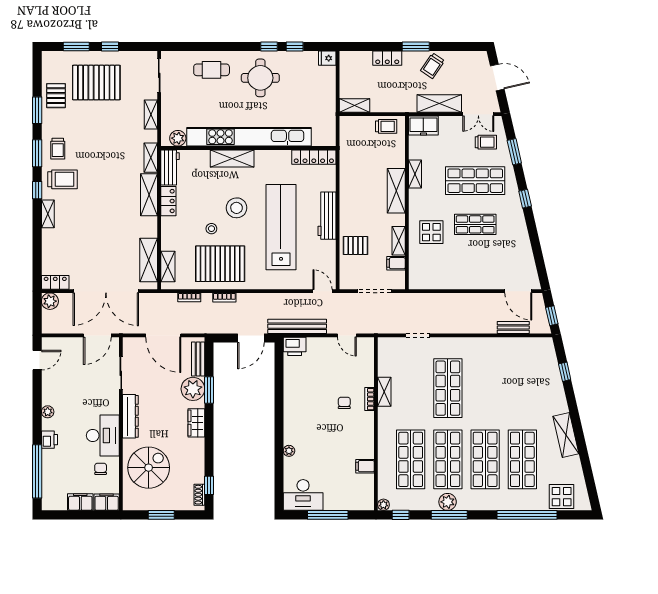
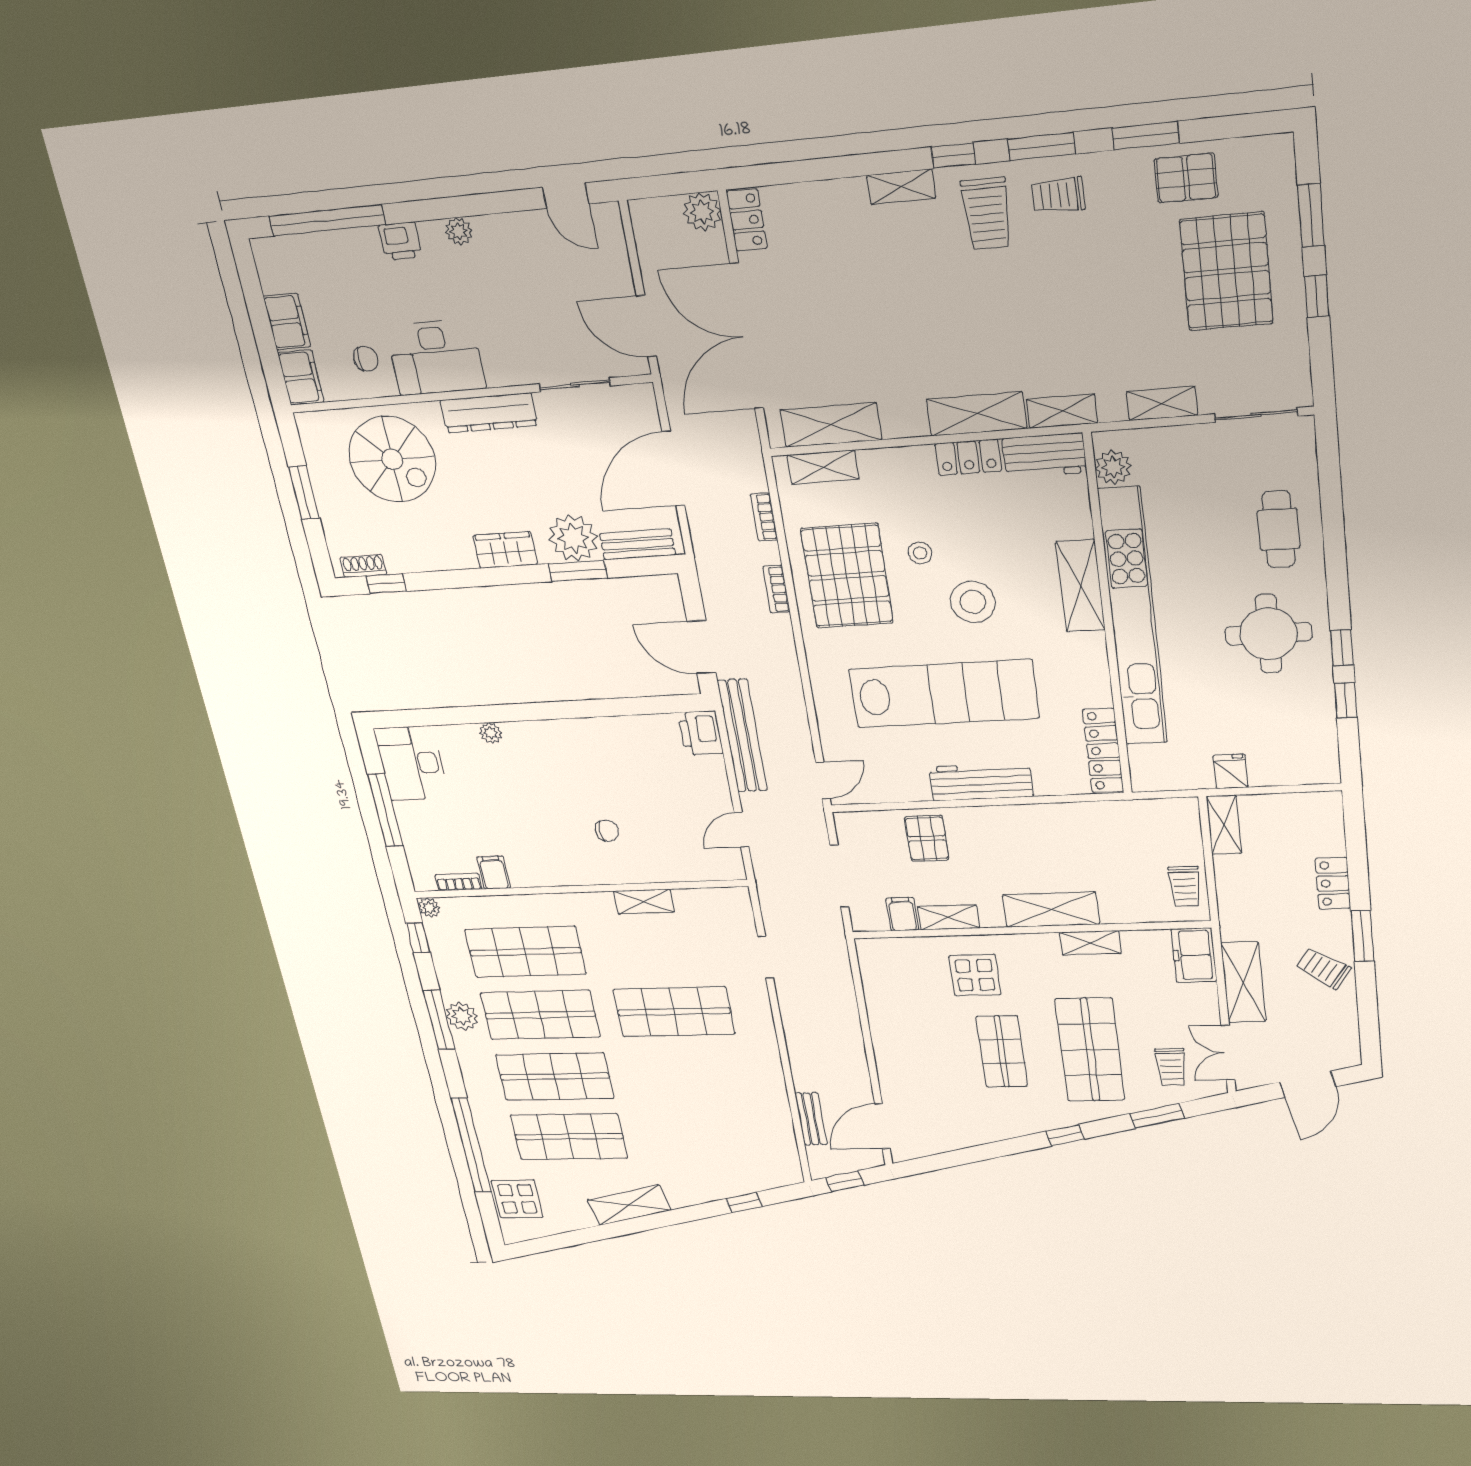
fridge: (327, 58) -> (1230, 771), moved
bookcase: (370, 399) -> (459, 882), moved

